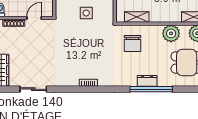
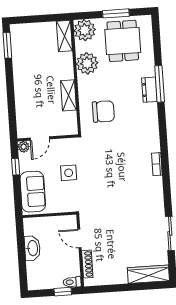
shelving: (137, 17) -> (69, 95), moved
window: (151, 89) -> (160, 84), width x0.68

